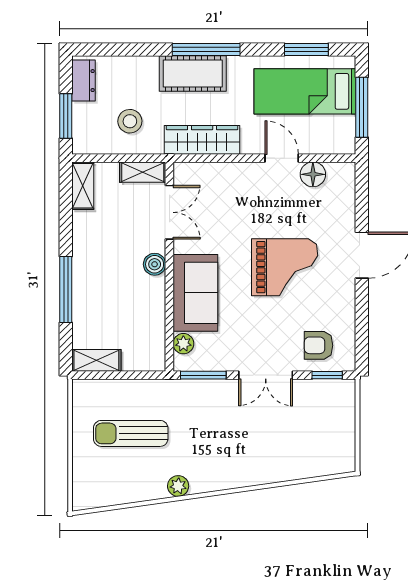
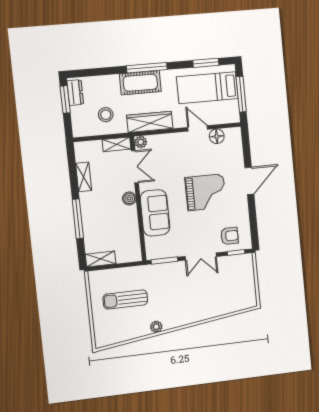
window: (66, 116) -> (65, 99), moved
shelving: (83, 186) -> (84, 177), moved
plant: (183, 344) -> (141, 142), moved
armchair: (319, 345) -> (230, 236), turned 180

